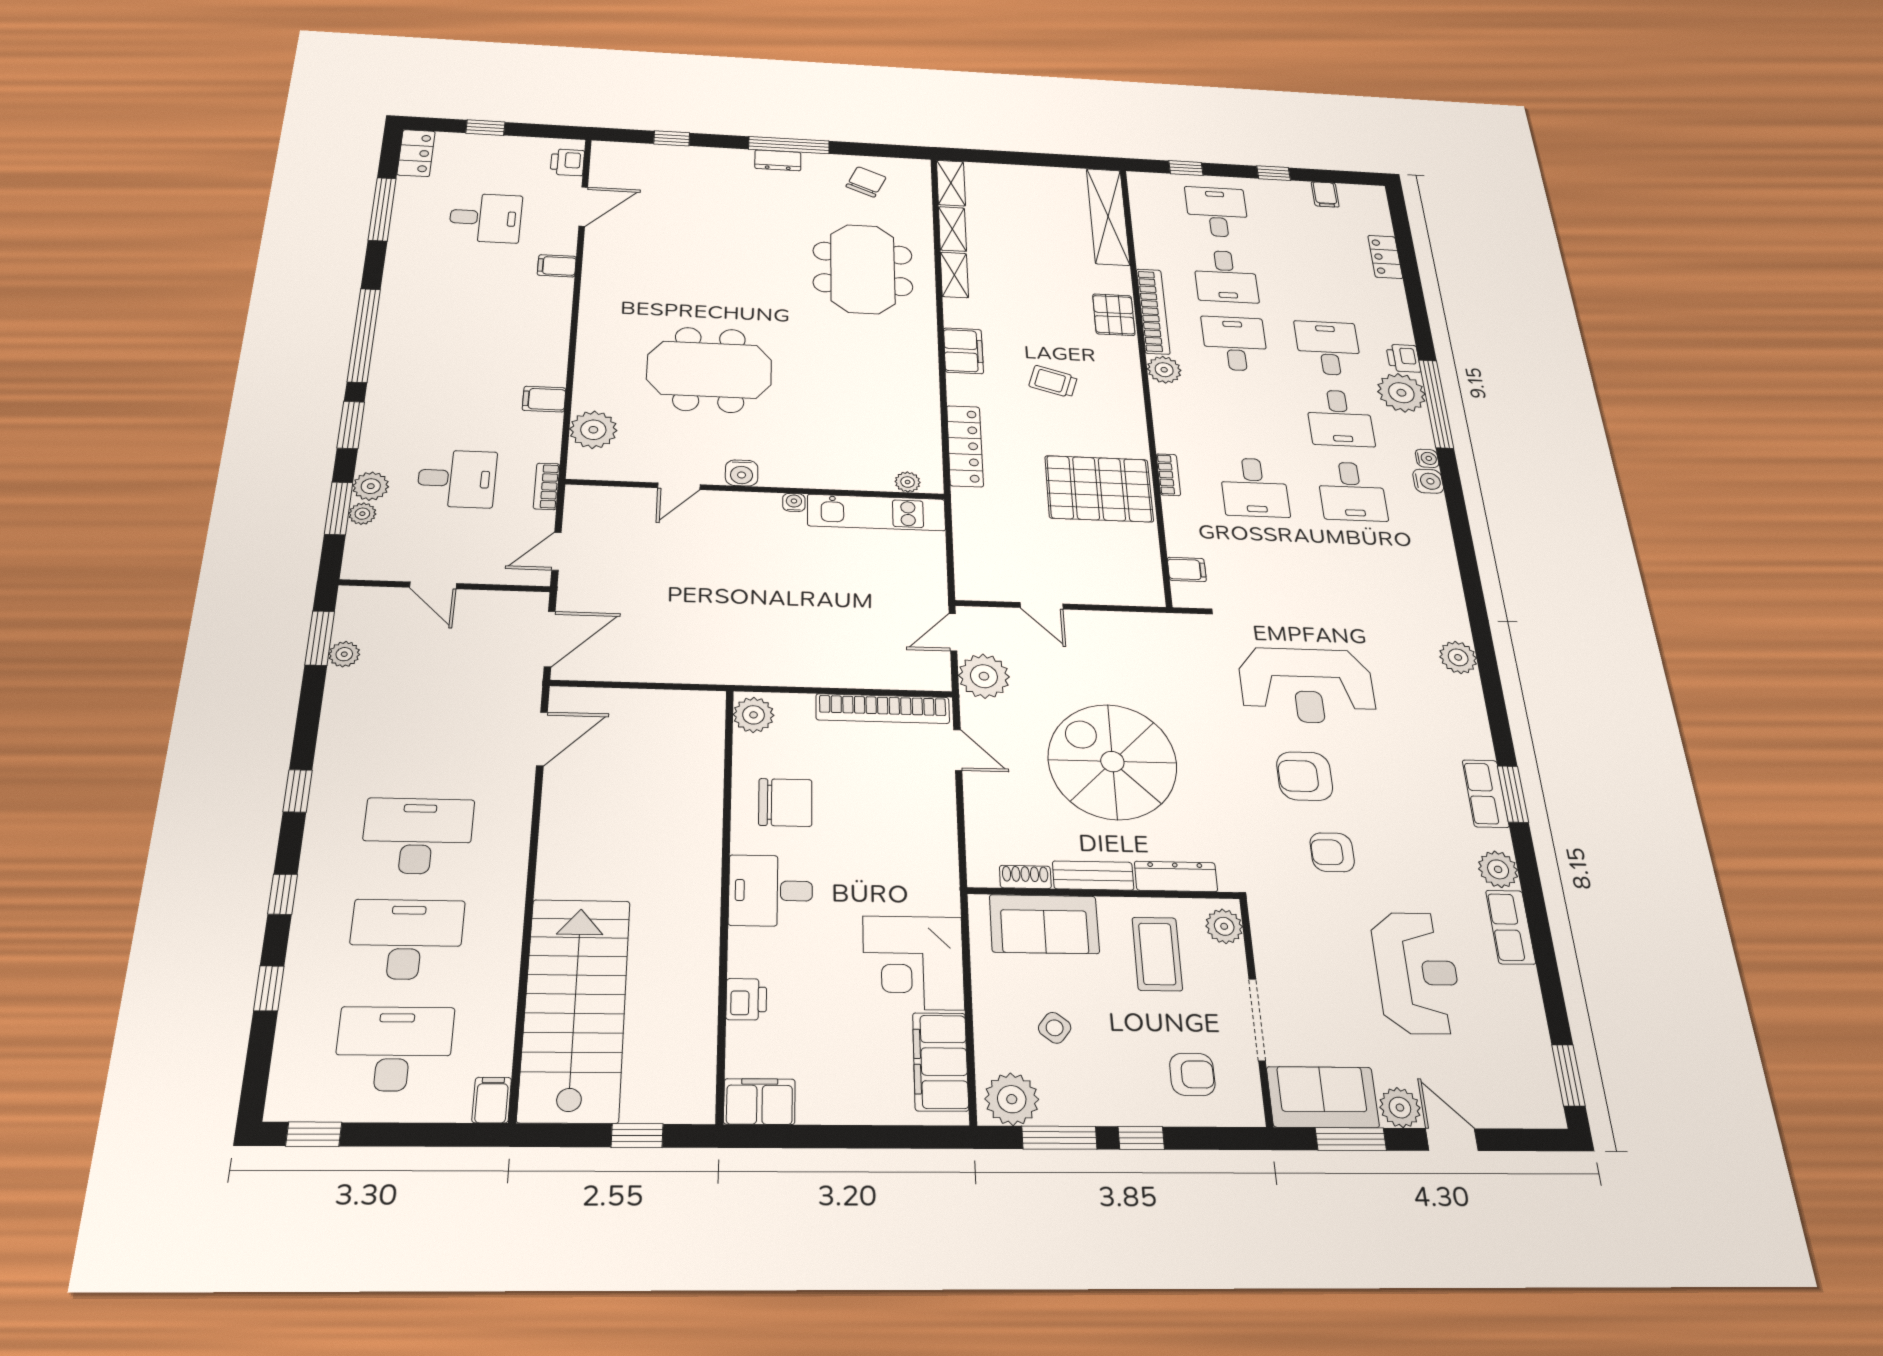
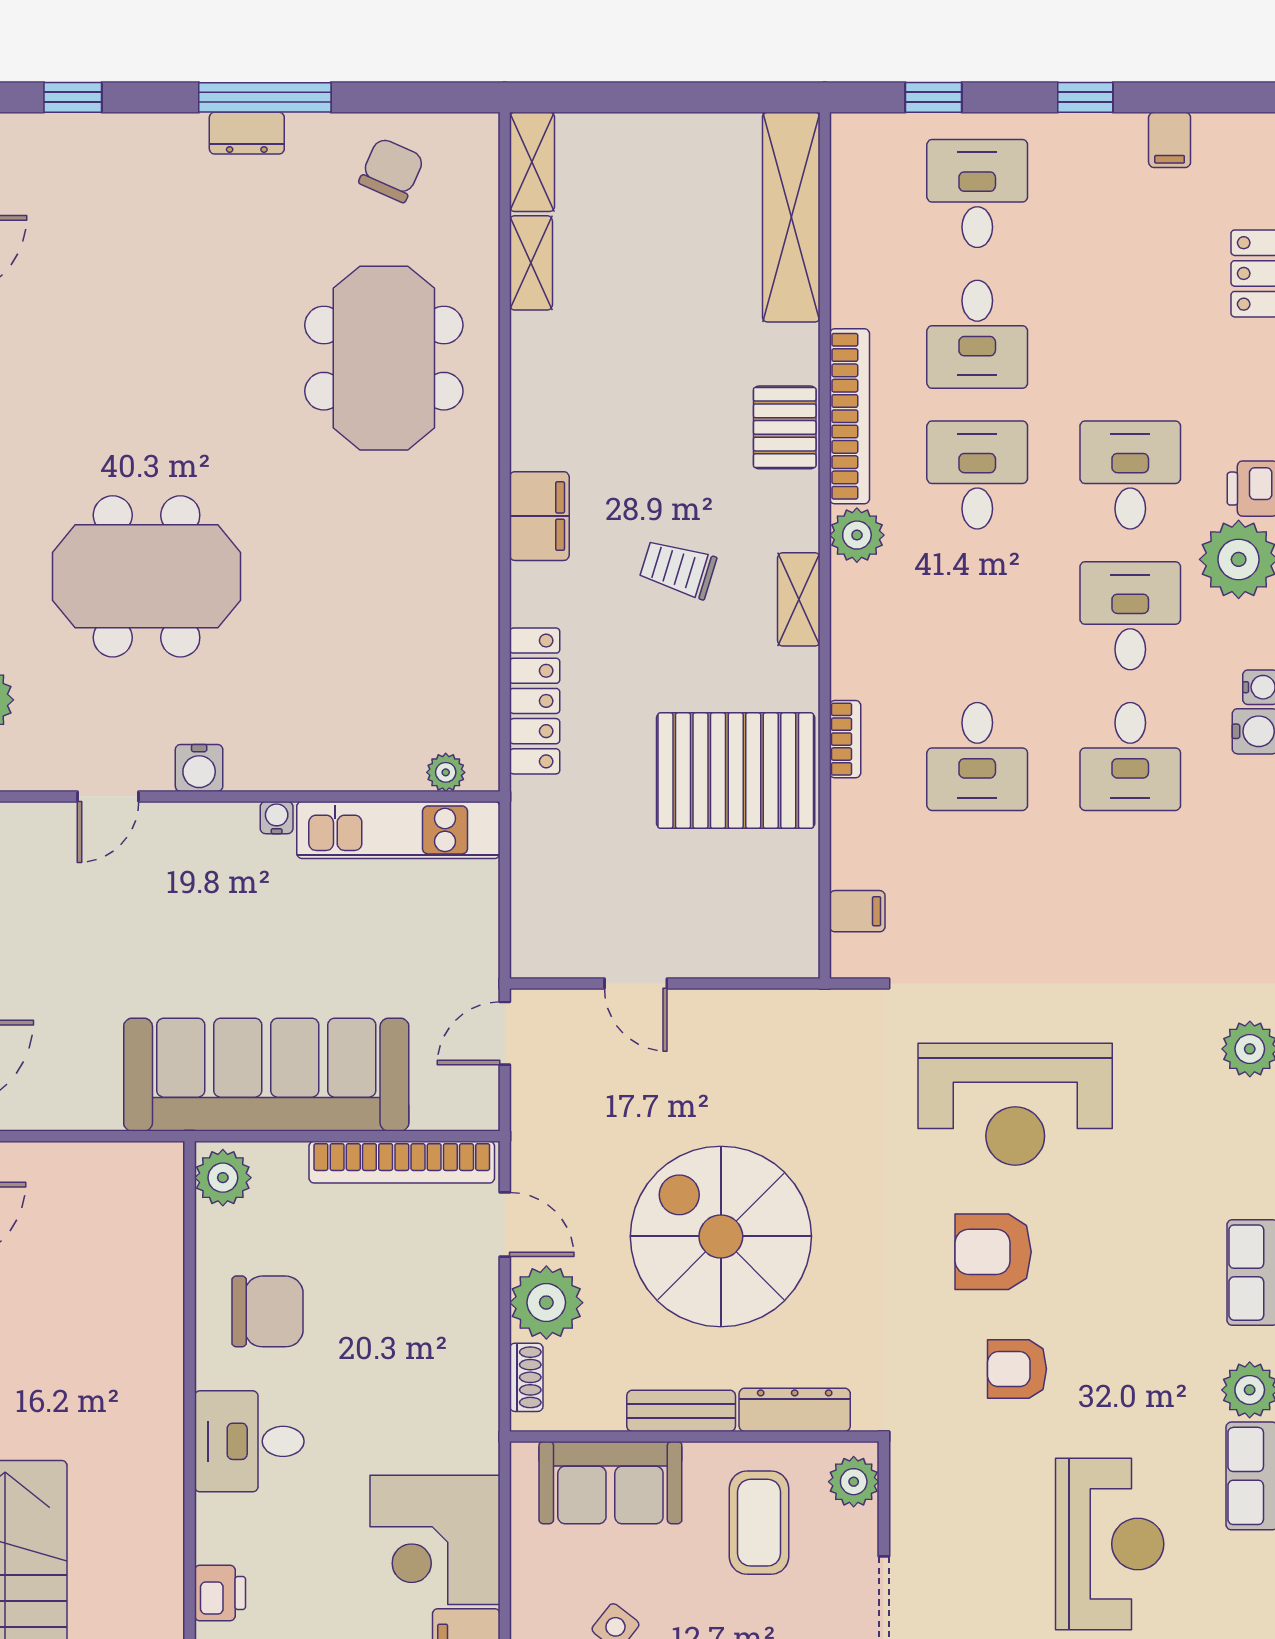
shelving: (954, 275) -> (799, 599), moved
desk: (1340, 418) -> (1130, 616), turned 180
sofa: (786, 652) -> (266, 1075), added
plant: (984, 676) -> (546, 1303), moved
shoe rack: (1025, 877) -> (526, 1377), moved, turned 90

